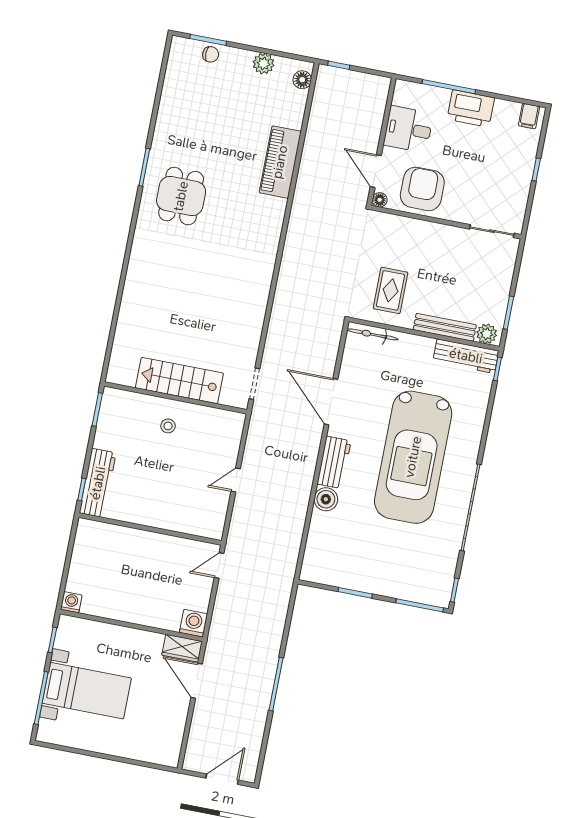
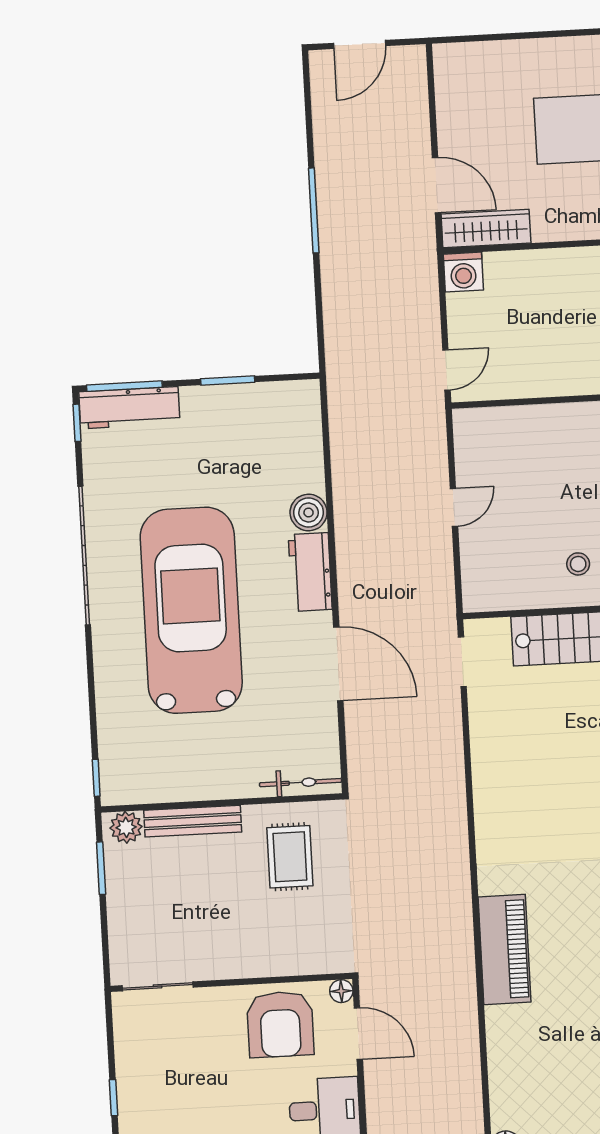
piano: (280, 162) -> (504, 949), moved
workbench: (466, 356) -> (129, 408), moved, turned 180
wardrobe: (182, 648) -> (486, 228), width x1.50

